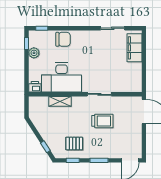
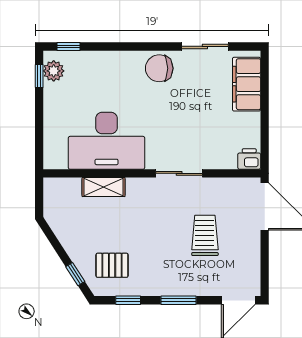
chair: (63, 39) -> (159, 68), moved, turned 180
plant: (34, 53) -> (54, 71), moved
printer: (35, 87) -> (249, 159), moved
trolley: (102, 121) -> (205, 235), moved, turned -90
pallet: (74, 144) -> (112, 265), moved

